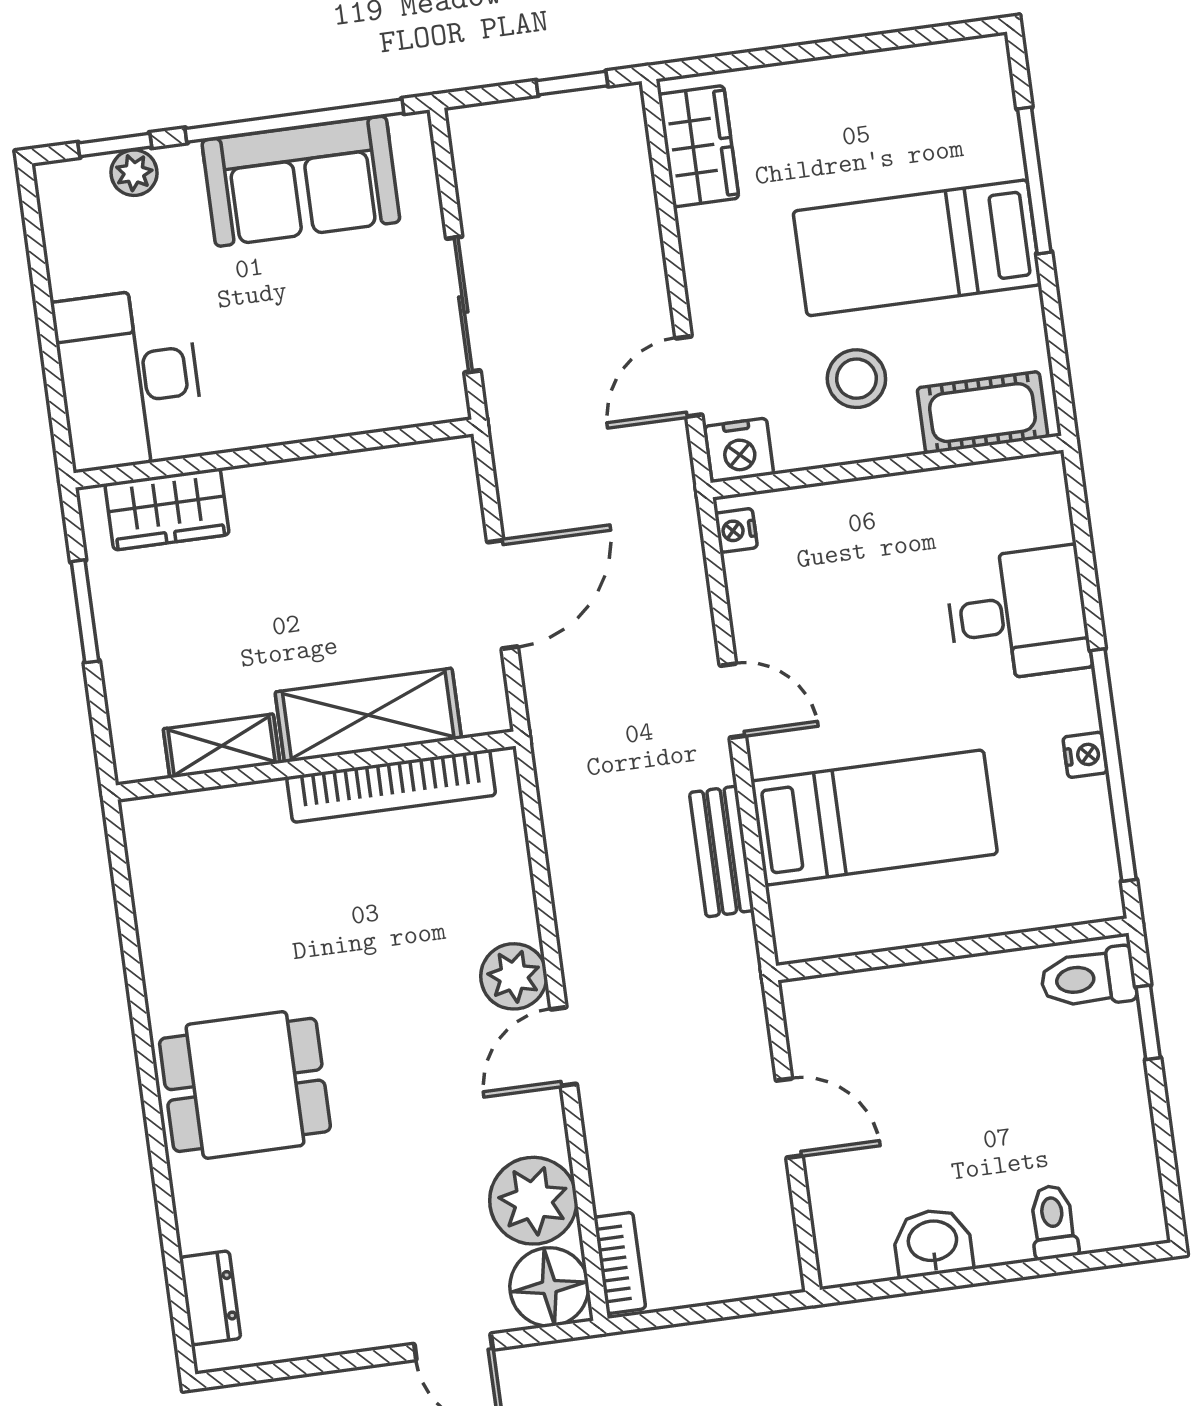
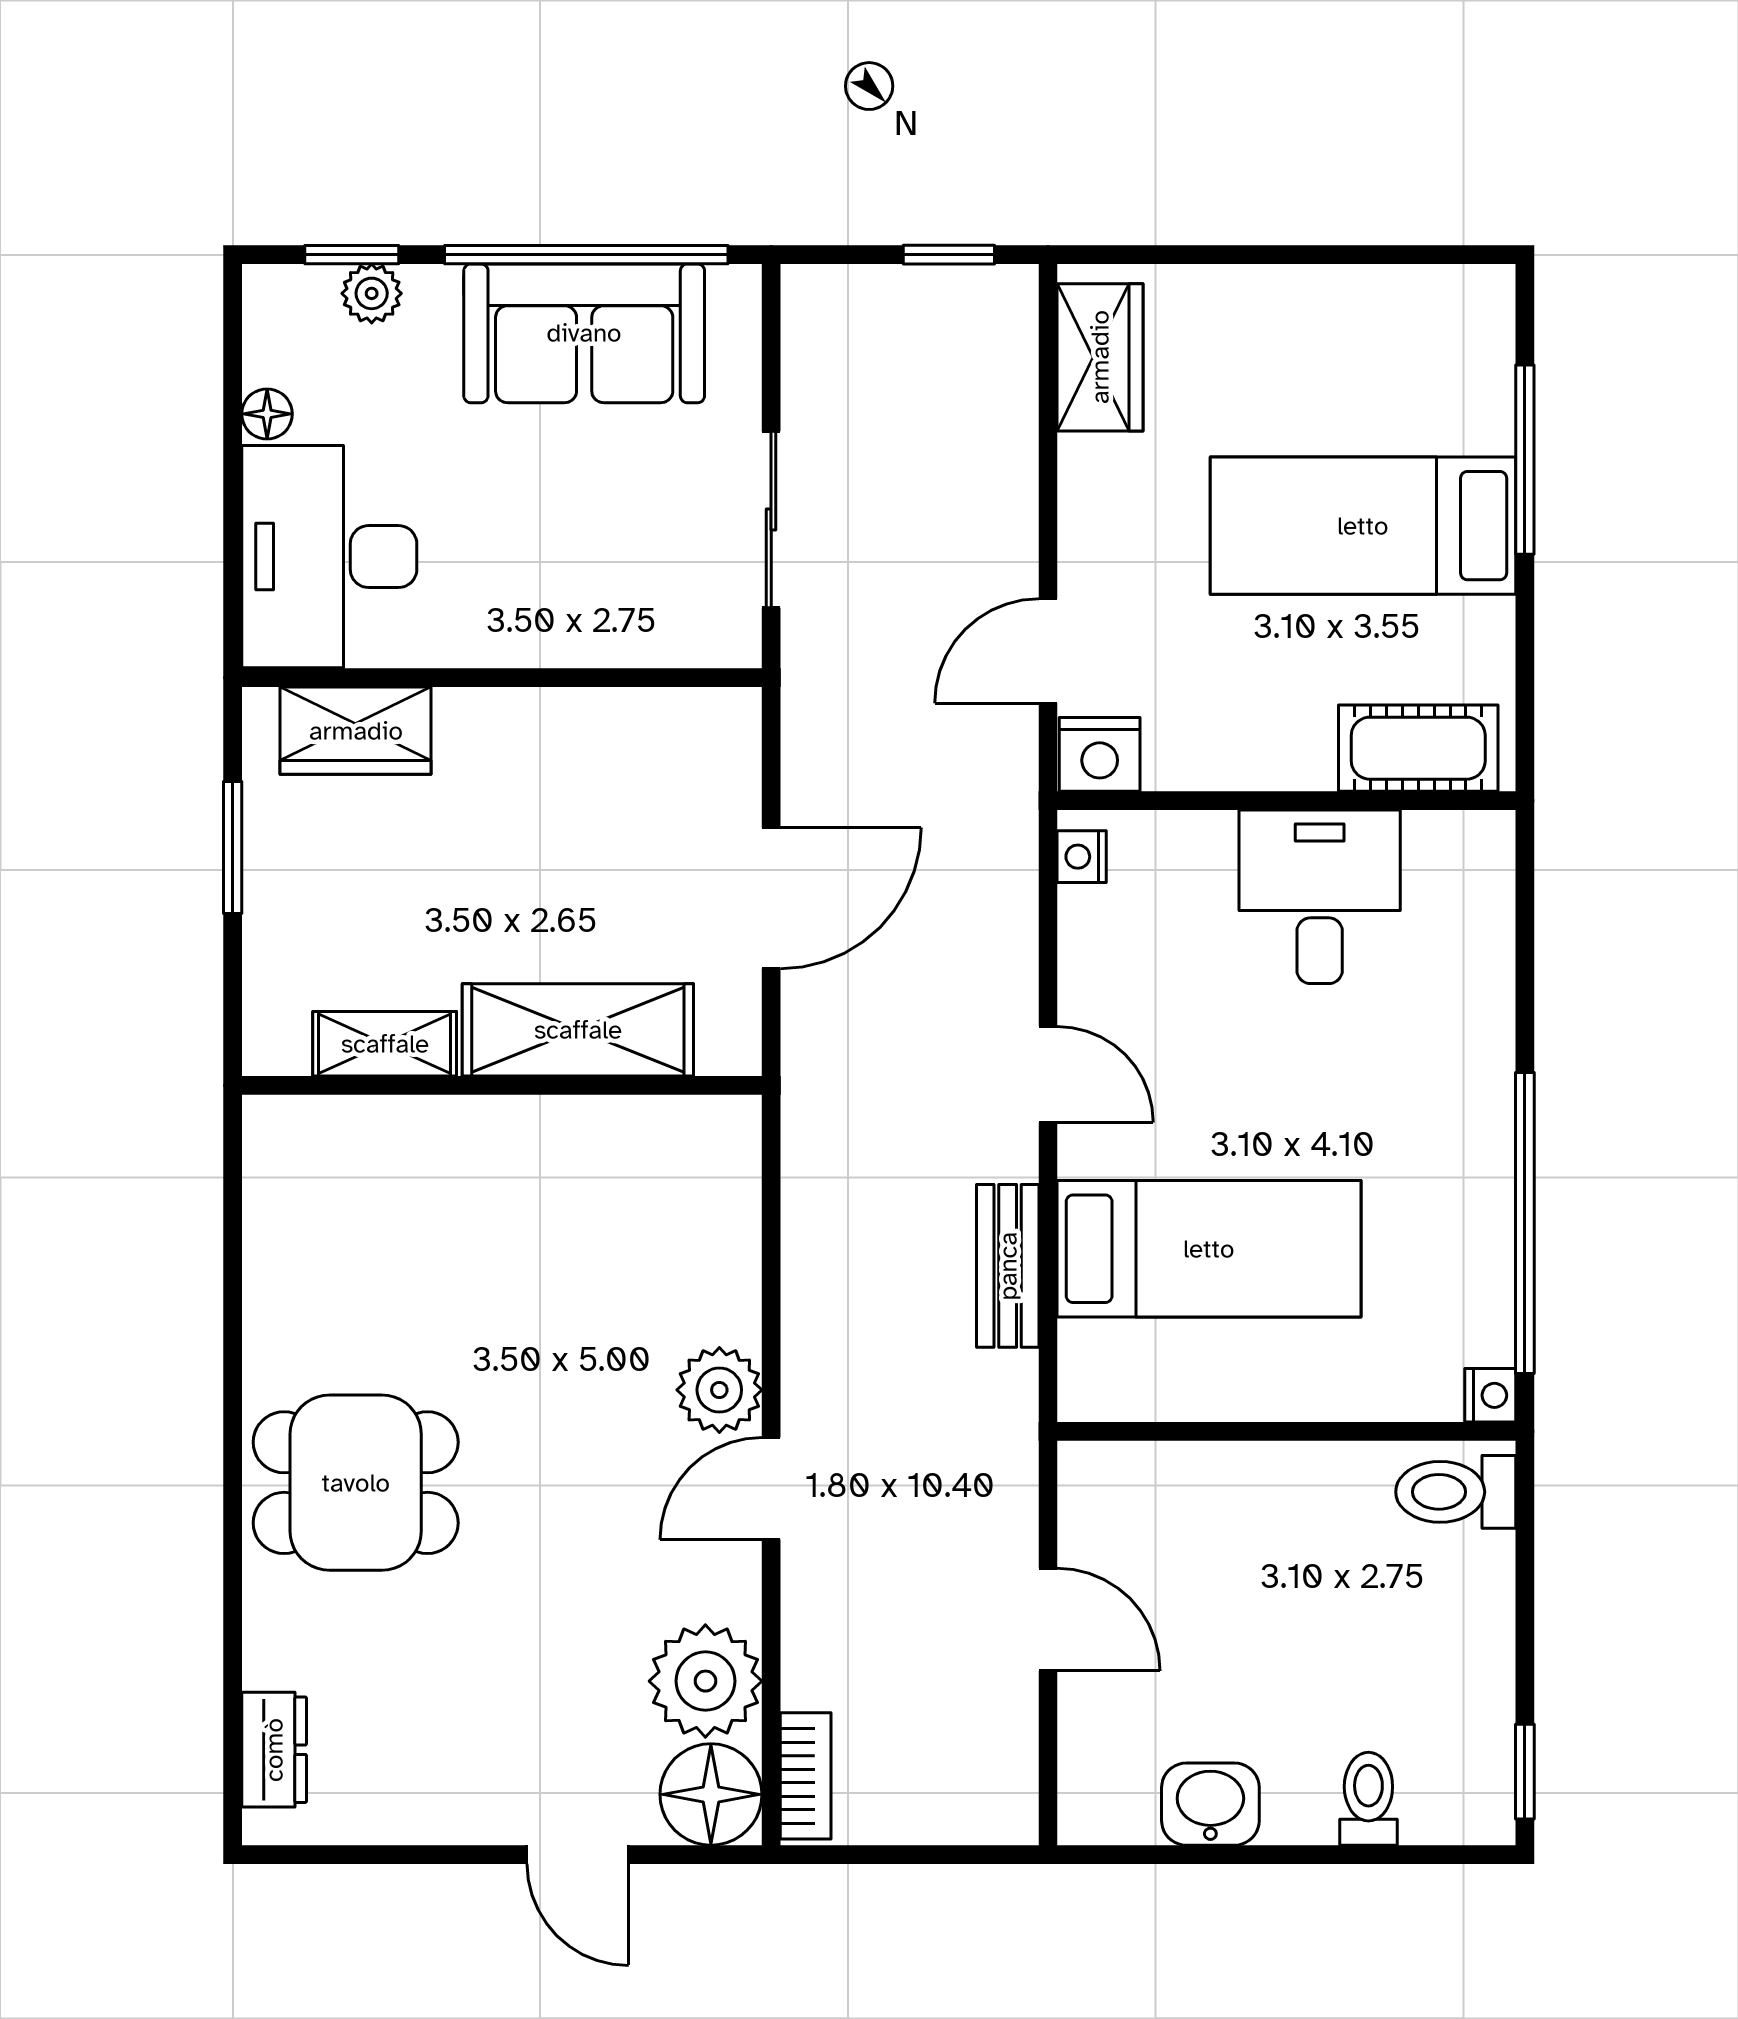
floor lamp: (66, 276) -> (267, 414), added
stool: (856, 379) -> (1262, 683), removed
desk: (1018, 614) -> (1320, 897), moved, turned -90
nightstand: (1085, 755) -> (1490, 1395), moved
bookcase: (391, 786) -> (595, 1125), removed
window: (1148, 1022) -> (1525, 1772), moved

